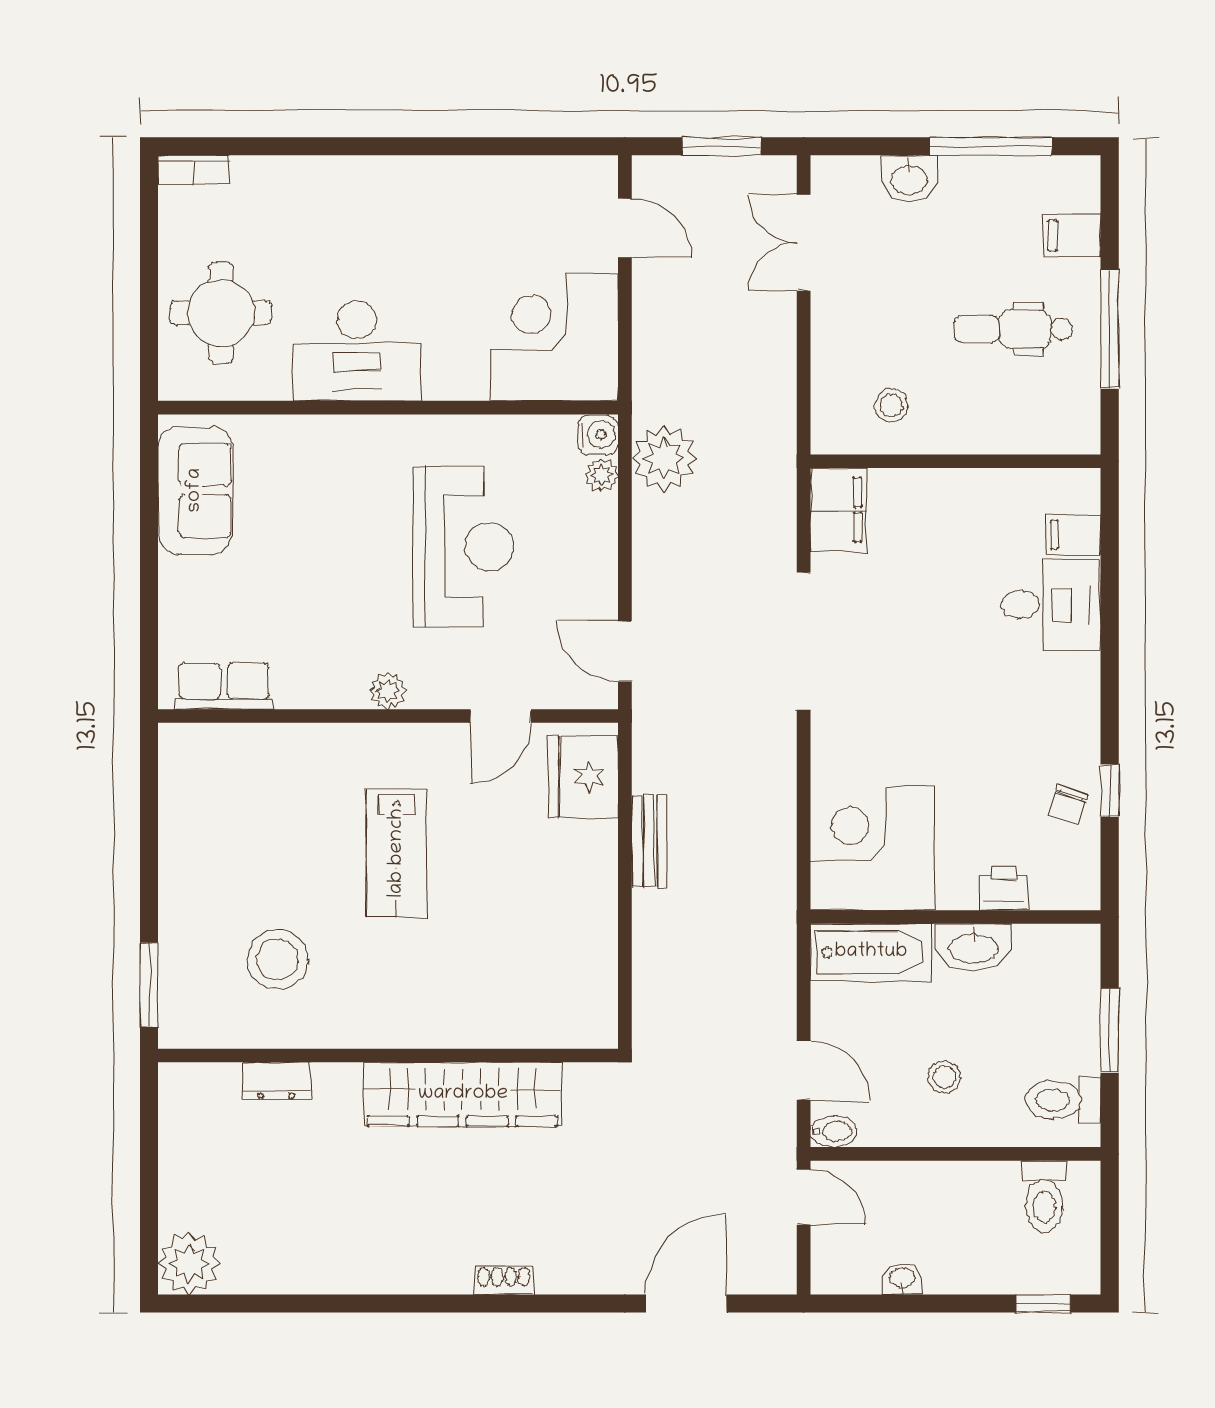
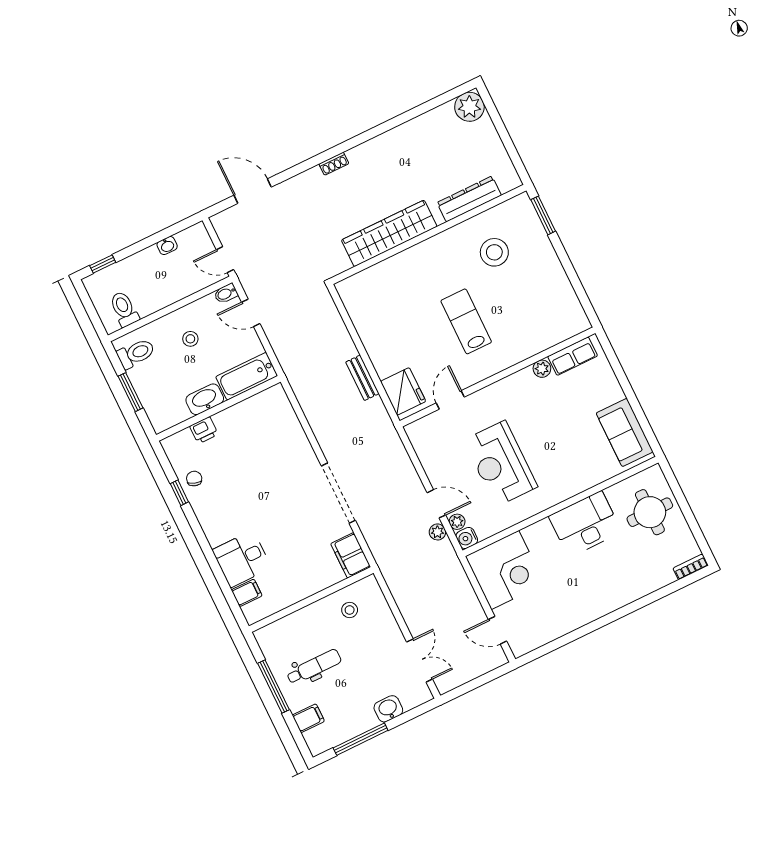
window: (722, 146) -> (474, 684), removed
plant: (664, 458) -> (437, 532), width x0.53, depth x0.53
door: (625, 651) -> (436, 504), moved
plant: (388, 691) -> (542, 369), moved
corner desk: (872, 848) -> (267, 420), removed
dresser: (276, 1081) -> (469, 199), width x1.96, depth x1.24
door: (686, 1304) -> (253, 191), swing flipped

